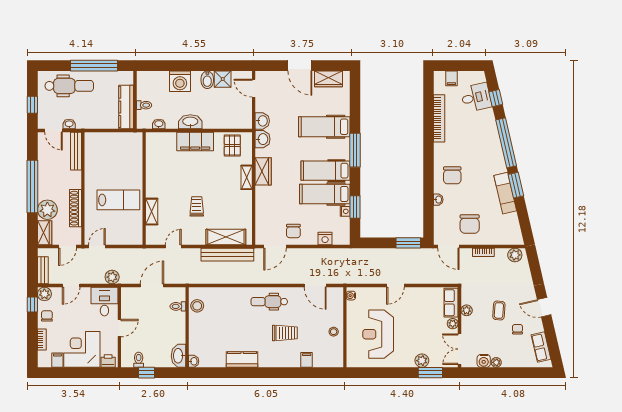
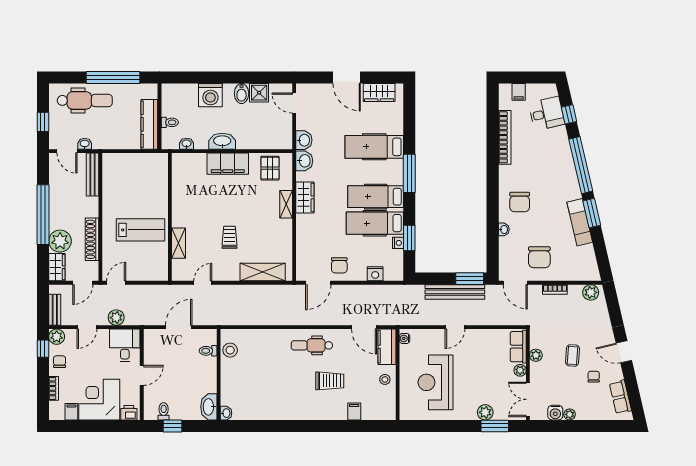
bench: (227, 255) -> (455, 292), moved
plant: (112, 277) -> (116, 318), moved
kitchen counter: (242, 360) -> (387, 347), moved, turned -90

